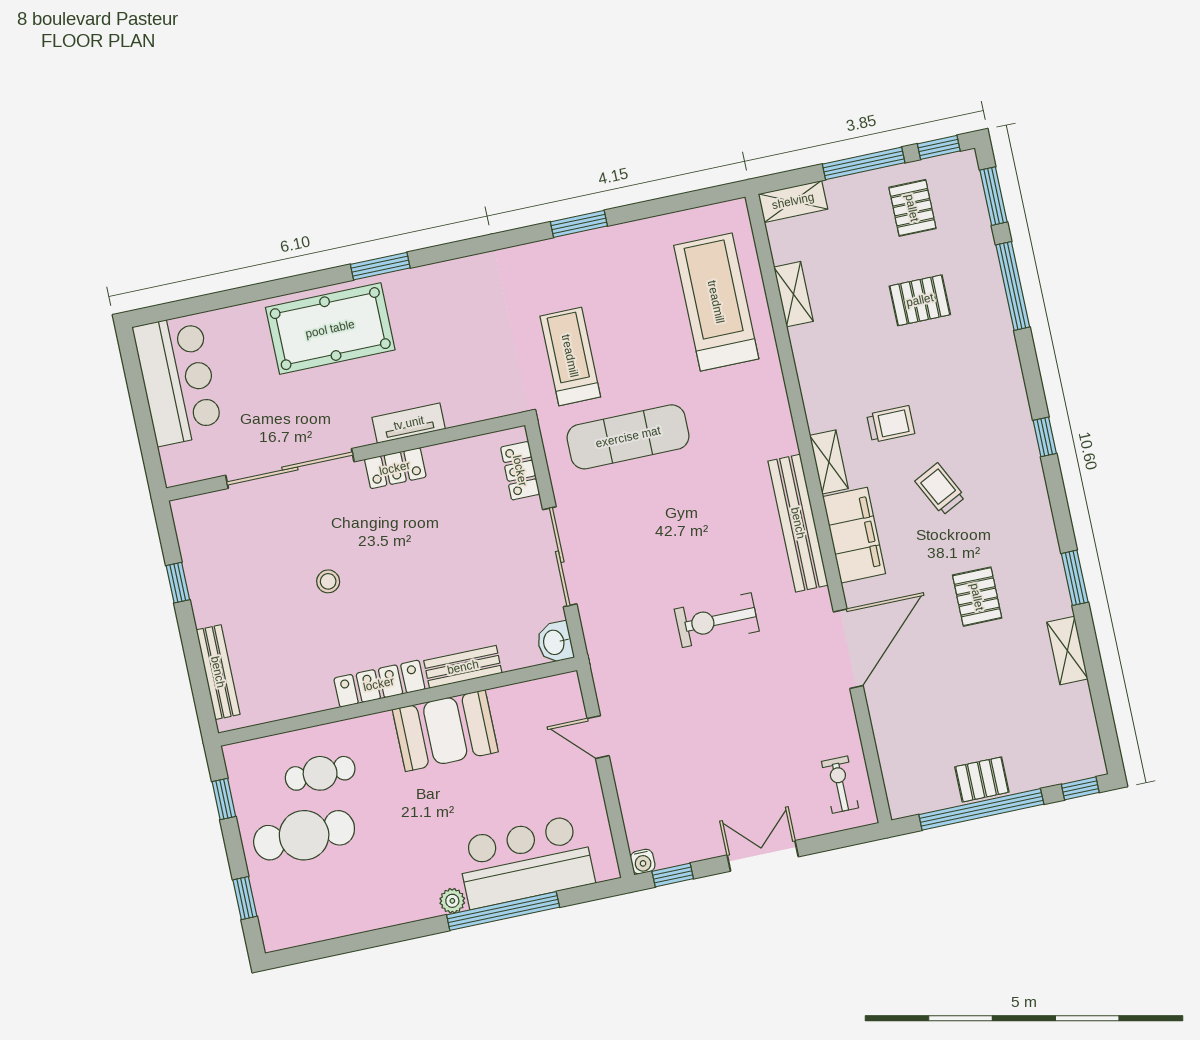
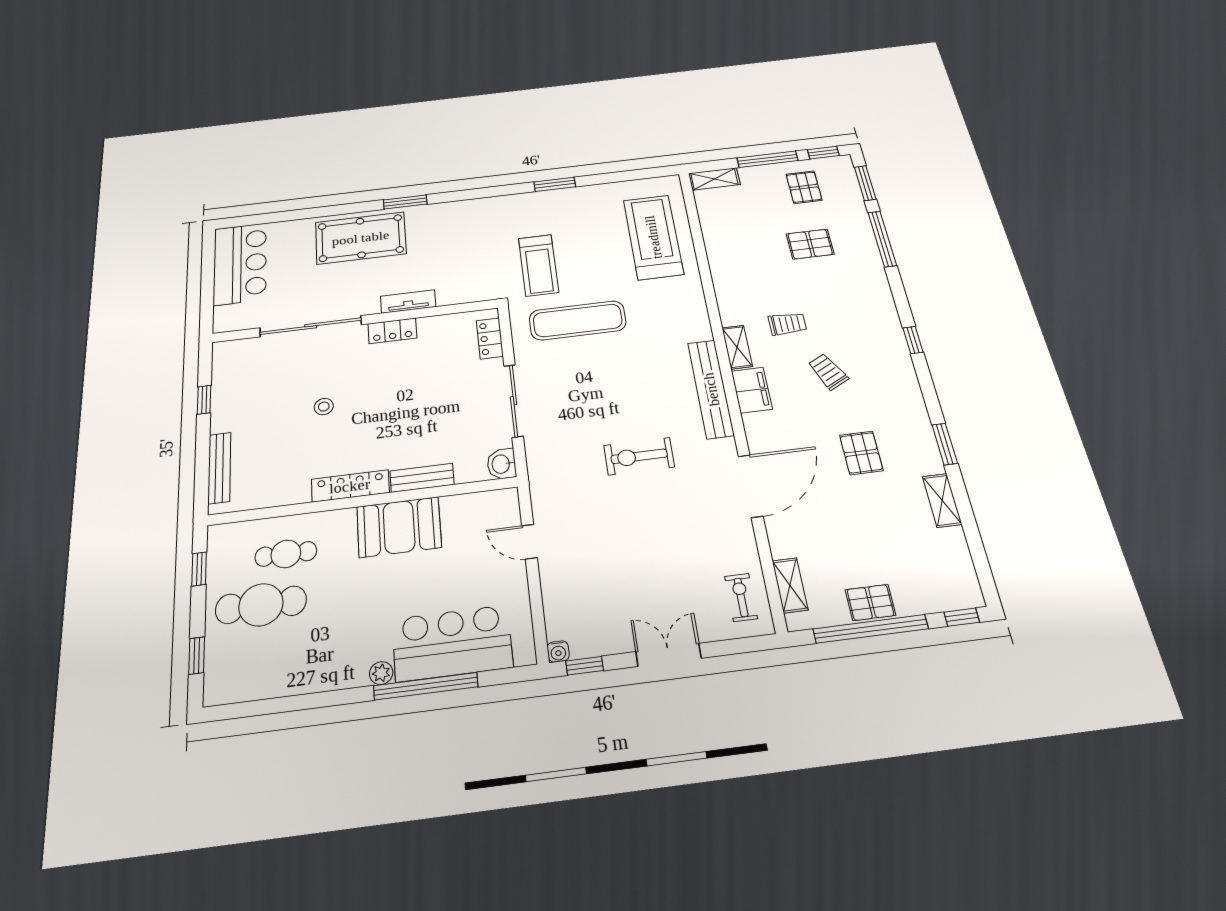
shelving: (794, 294) -> (790, 585), moved
treadmill: (570, 356) -> (539, 265), turned 180
filing cabinet: (854, 535) -> (752, 390), width x0.67, depth x0.86

